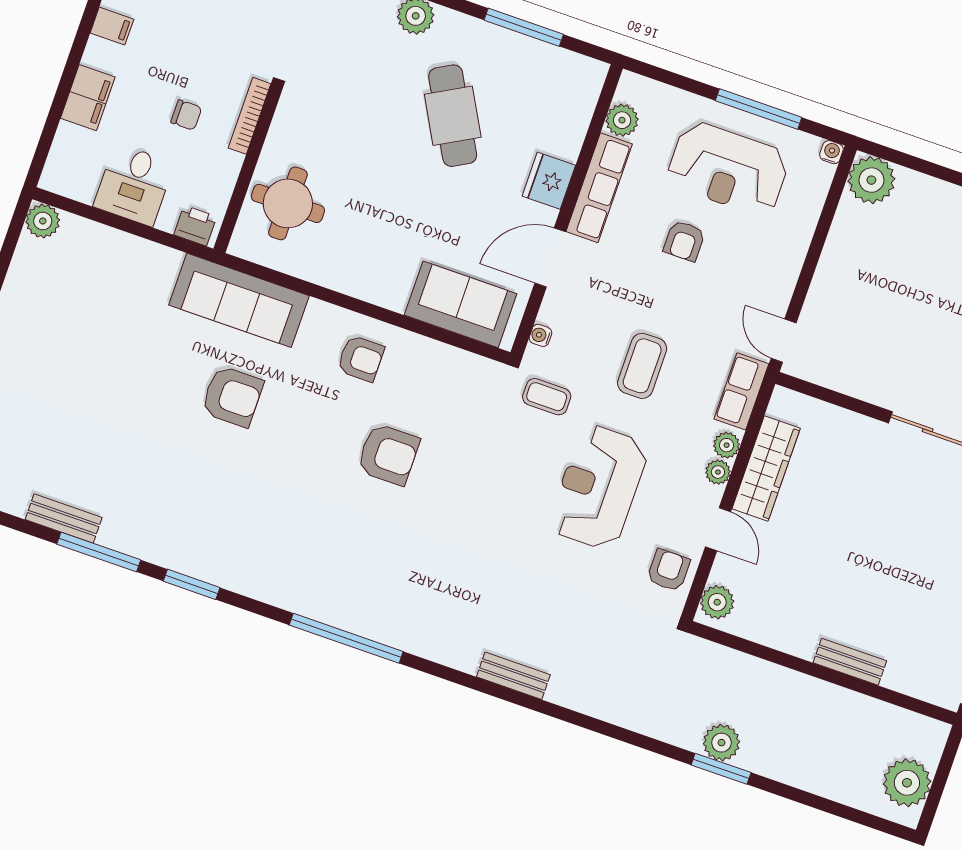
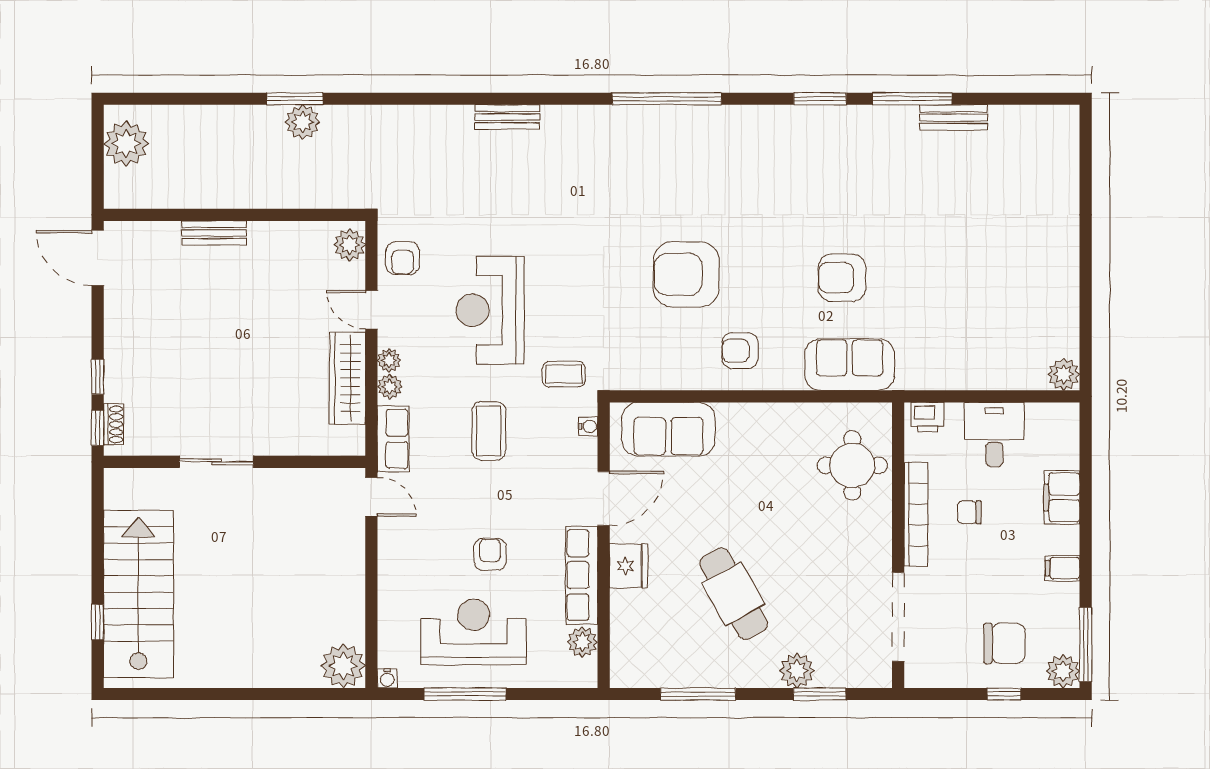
bookcase: (250, 116) -> (916, 514), width x1.48, depth x1.31
sofa: (239, 300) -> (849, 365), width x0.73
armchair: (388, 454) -> (686, 274), width x1.36, depth x1.36
reception desk: (598, 487) -> (490, 310), turned 180

